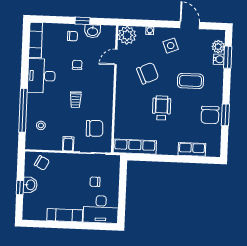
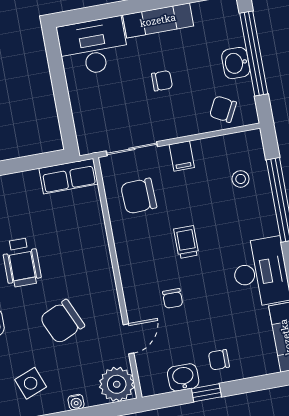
chair: (77, 65) -> (173, 298), moved
row of seats: (135, 147) -> (69, 176), width x0.68
chair: (95, 182) -> (162, 81), moved
window: (20, 188) -> (254, 54), width x3.17

